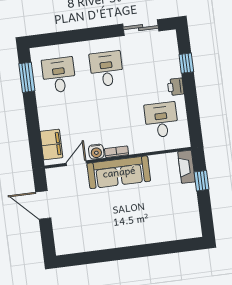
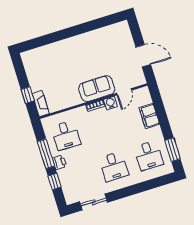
window: (191, 101) -> (46, 154), added
filing cabinet: (51, 144) -> (149, 116), moved
sofa: (119, 172) -> (97, 89), width x0.73

